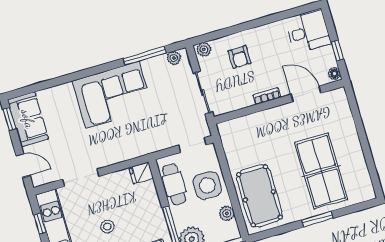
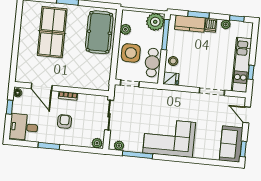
window: (265, 20) -> (49, 146), added
armchair: (240, 57) -> (64, 122), moved
stool: (107, 227) -> (173, 61), moved

